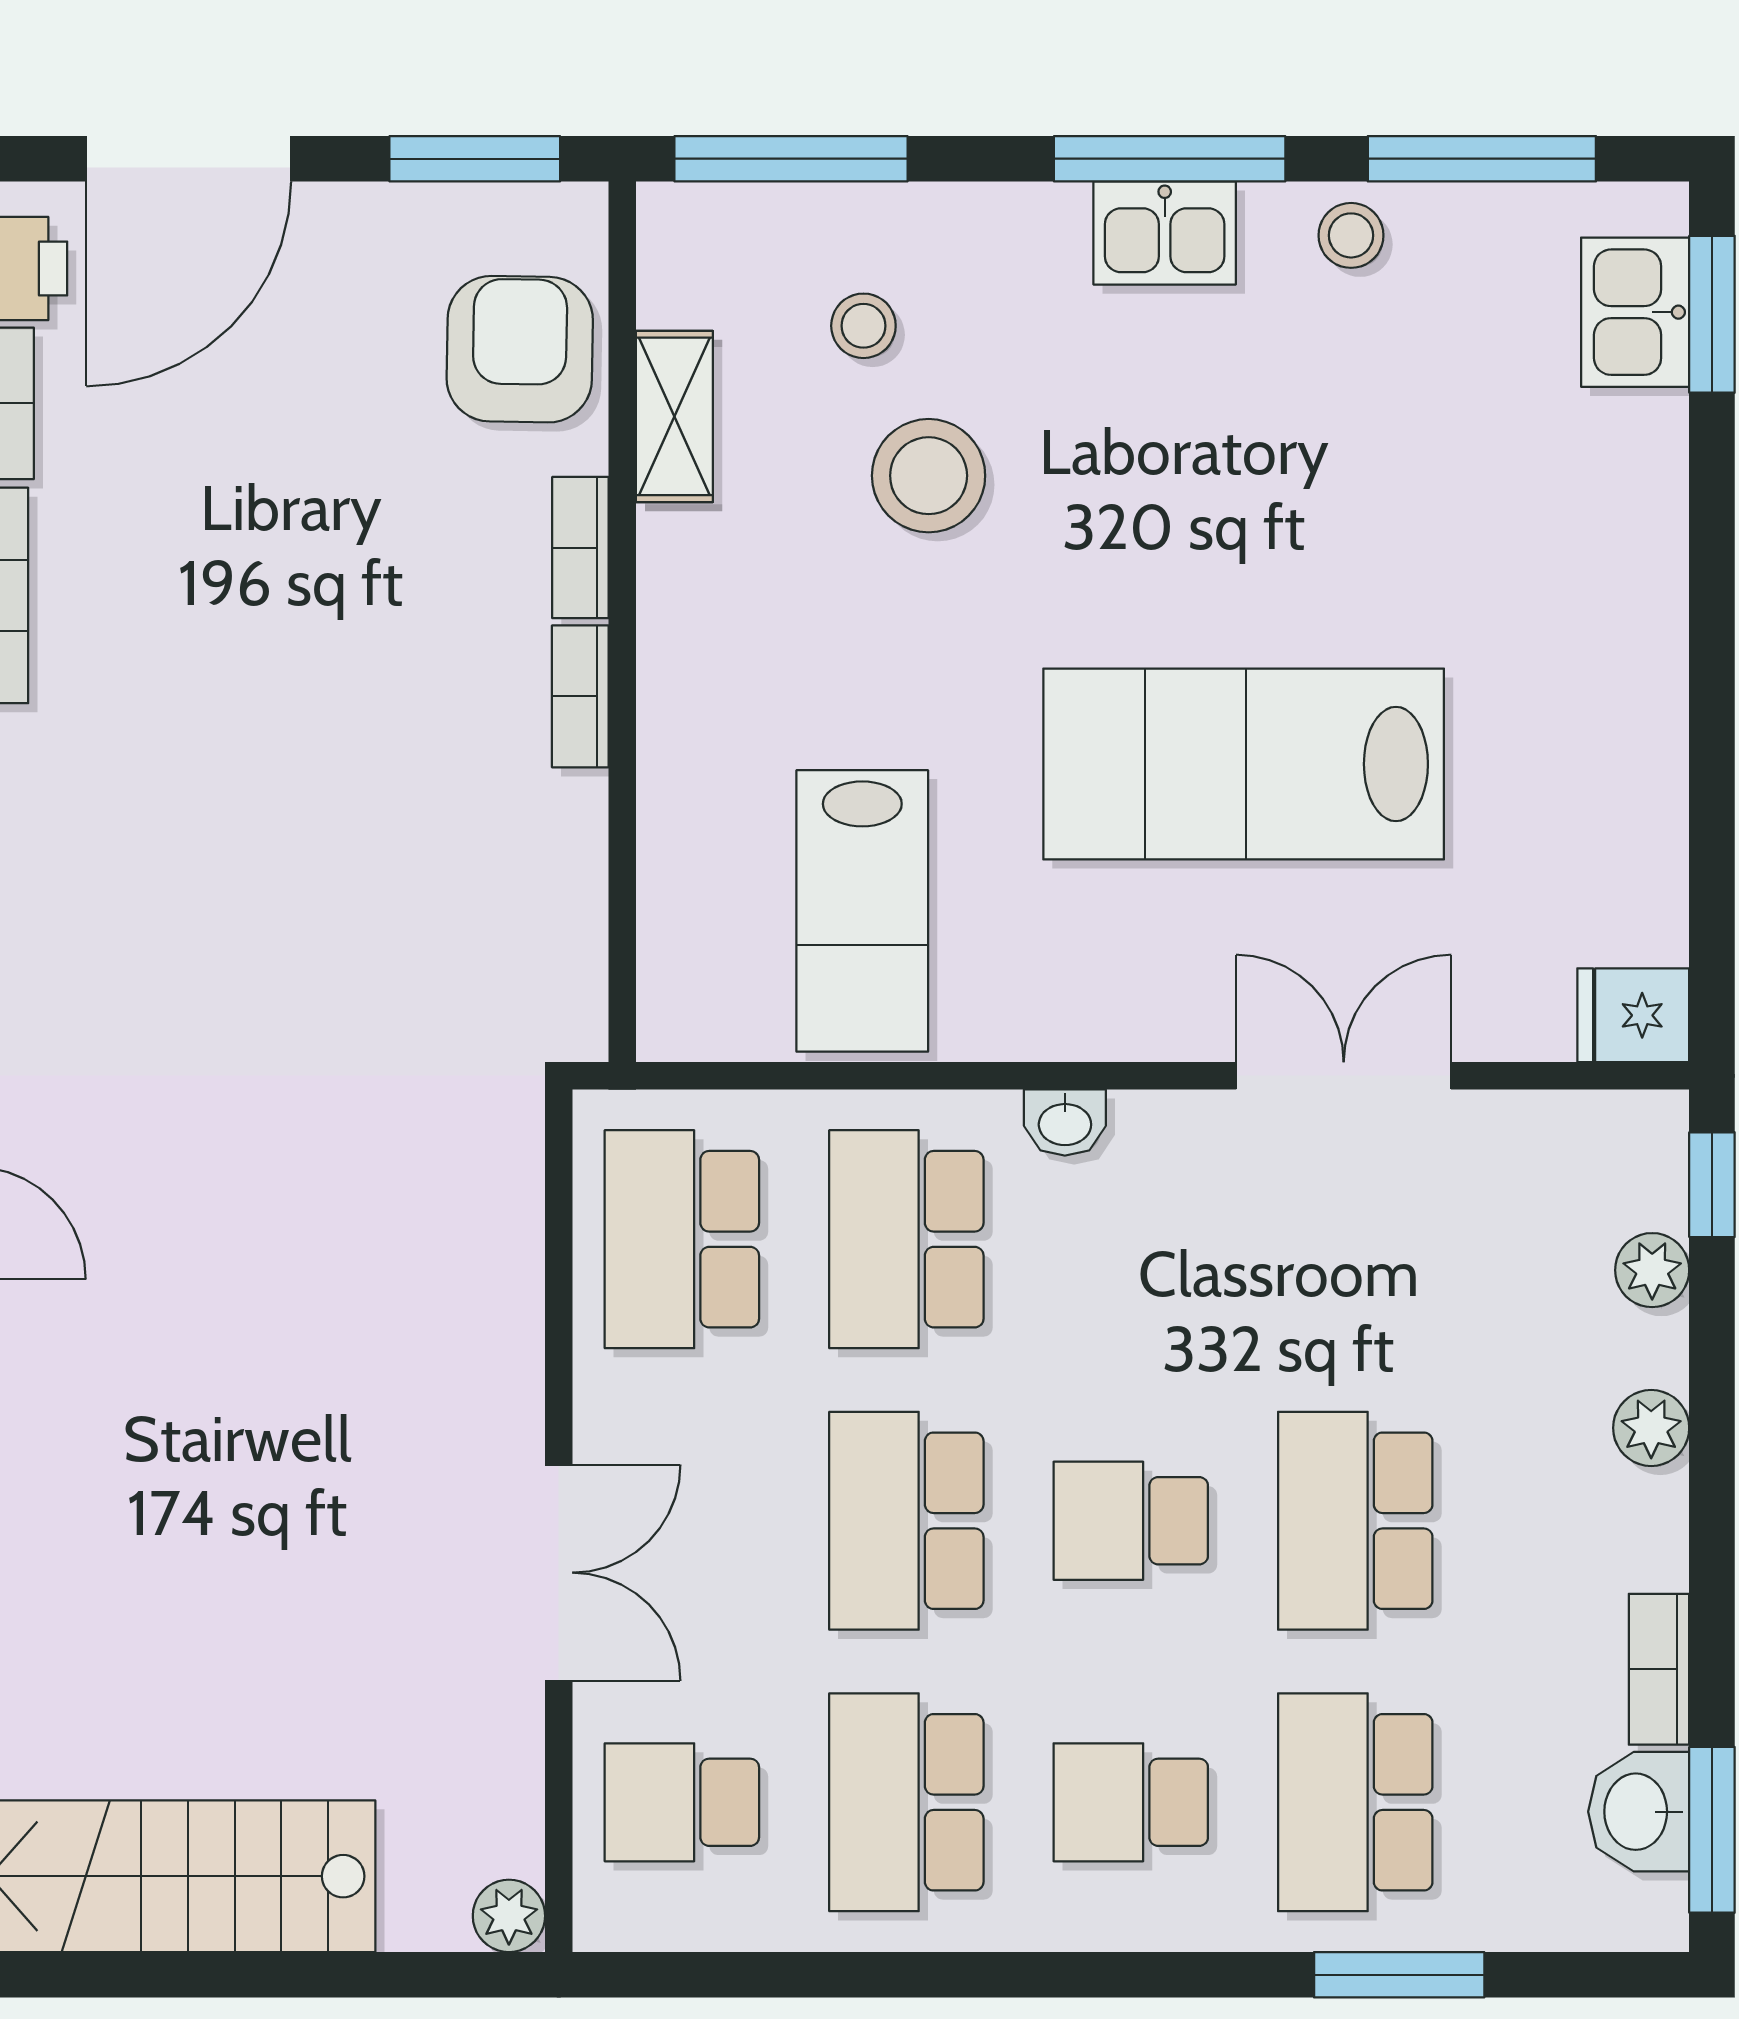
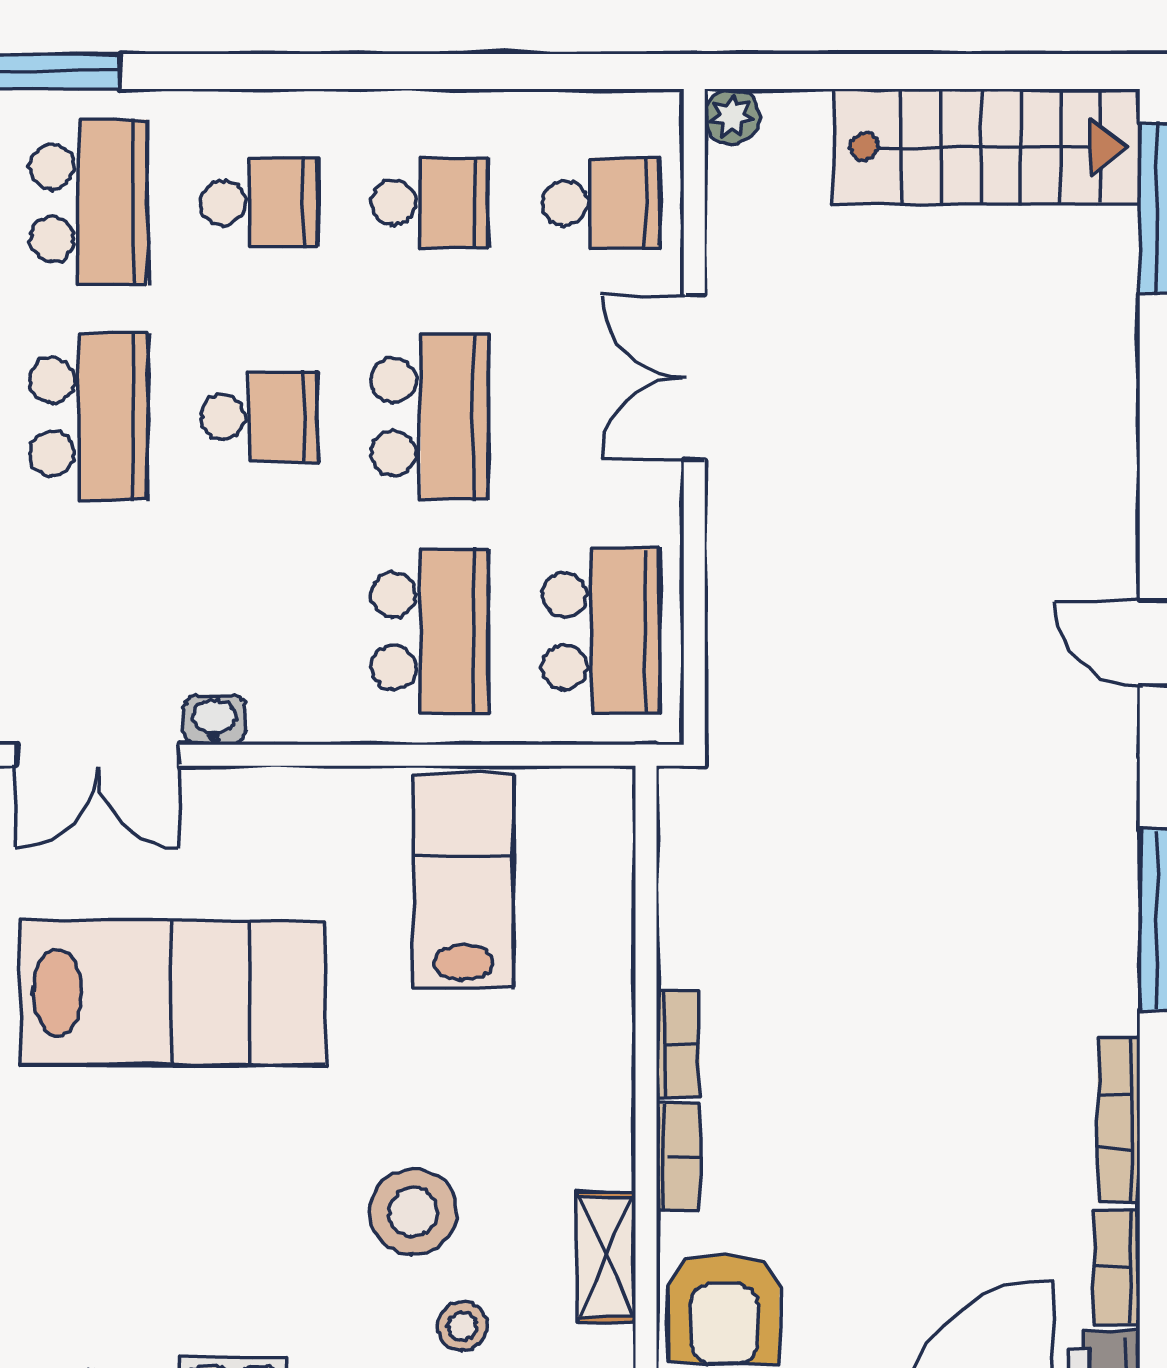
washbasin: (1065, 1123) -> (214, 720), moved
school desk: (906, 1802) -> (430, 203), width x0.54

